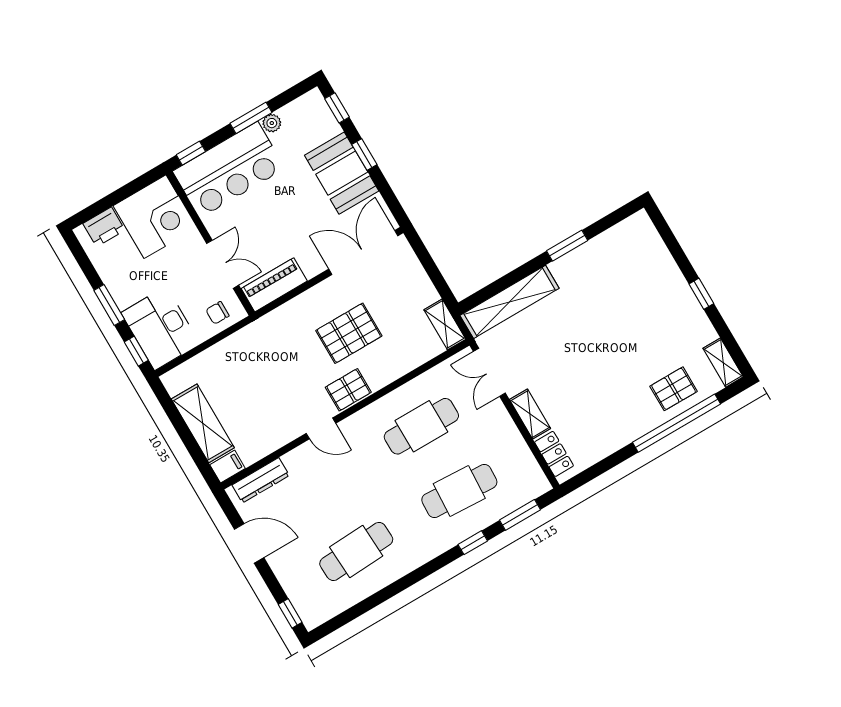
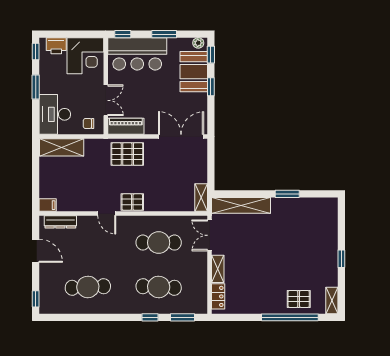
plant: (272, 123) -> (198, 43), moved
booth: (342, 173) -> (194, 72), moved
pallet: (349, 333) -> (127, 154), moved
window: (136, 351) -> (36, 51), moved
shelving: (203, 423) -> (62, 147), moved, turned 90

